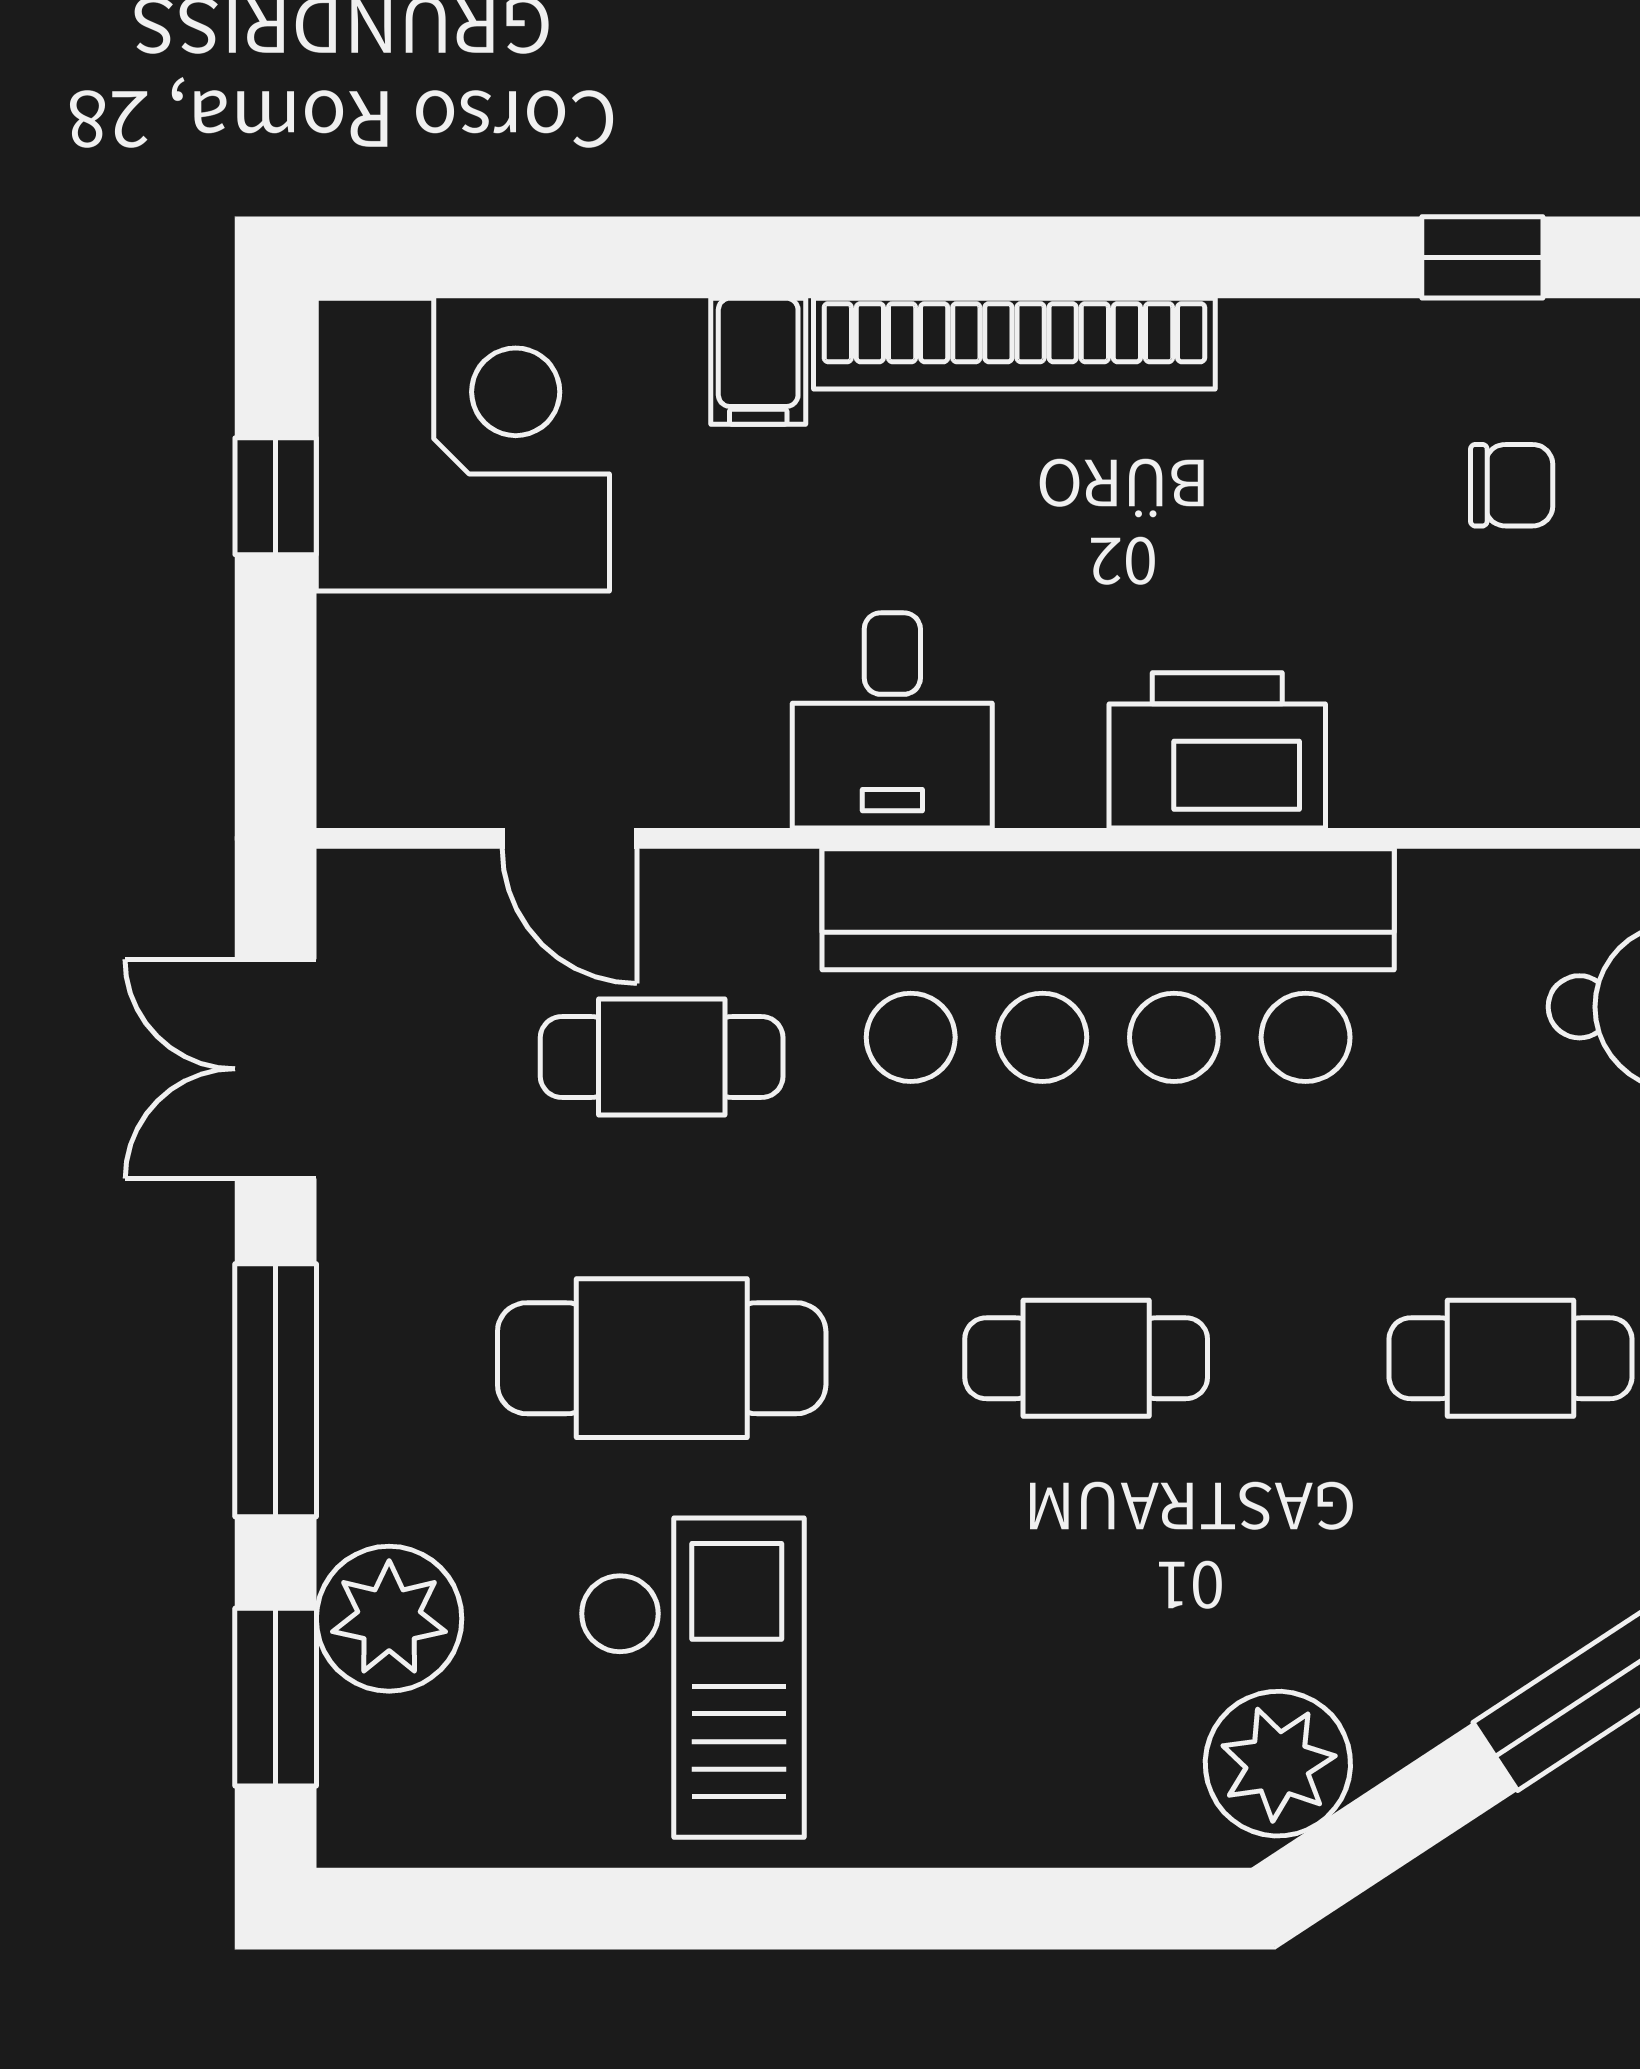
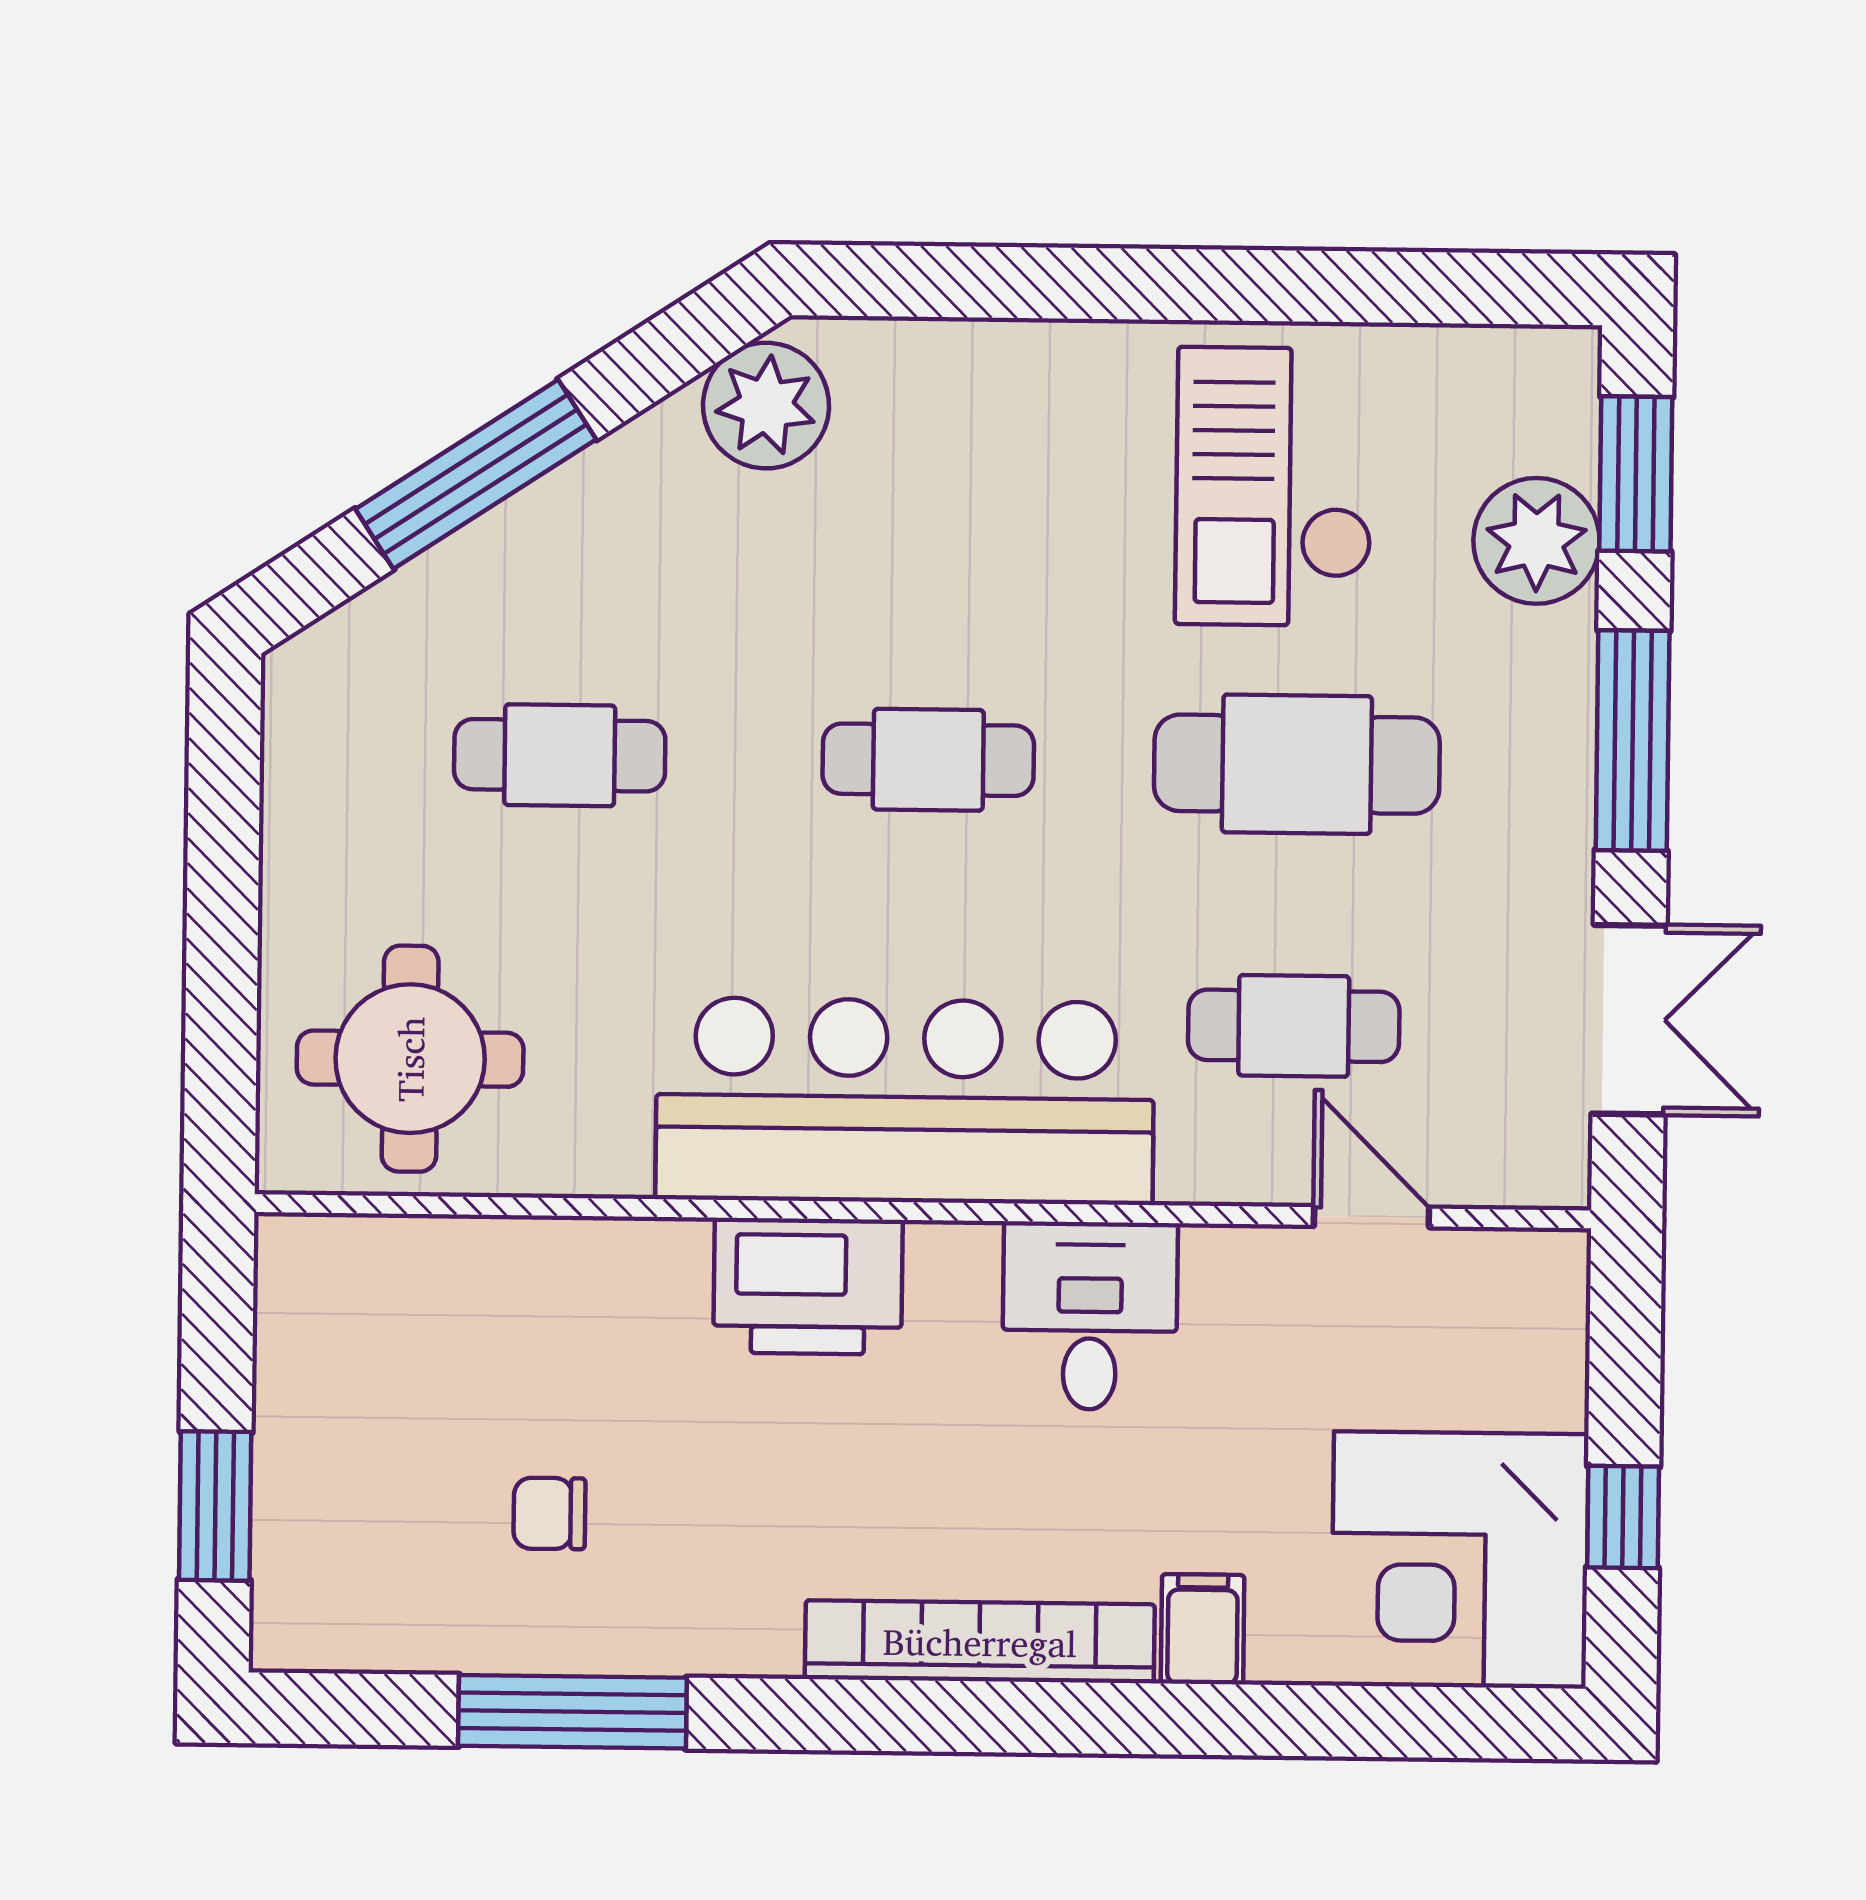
window: (1482, 257) -> (572, 1712), width x2.17

